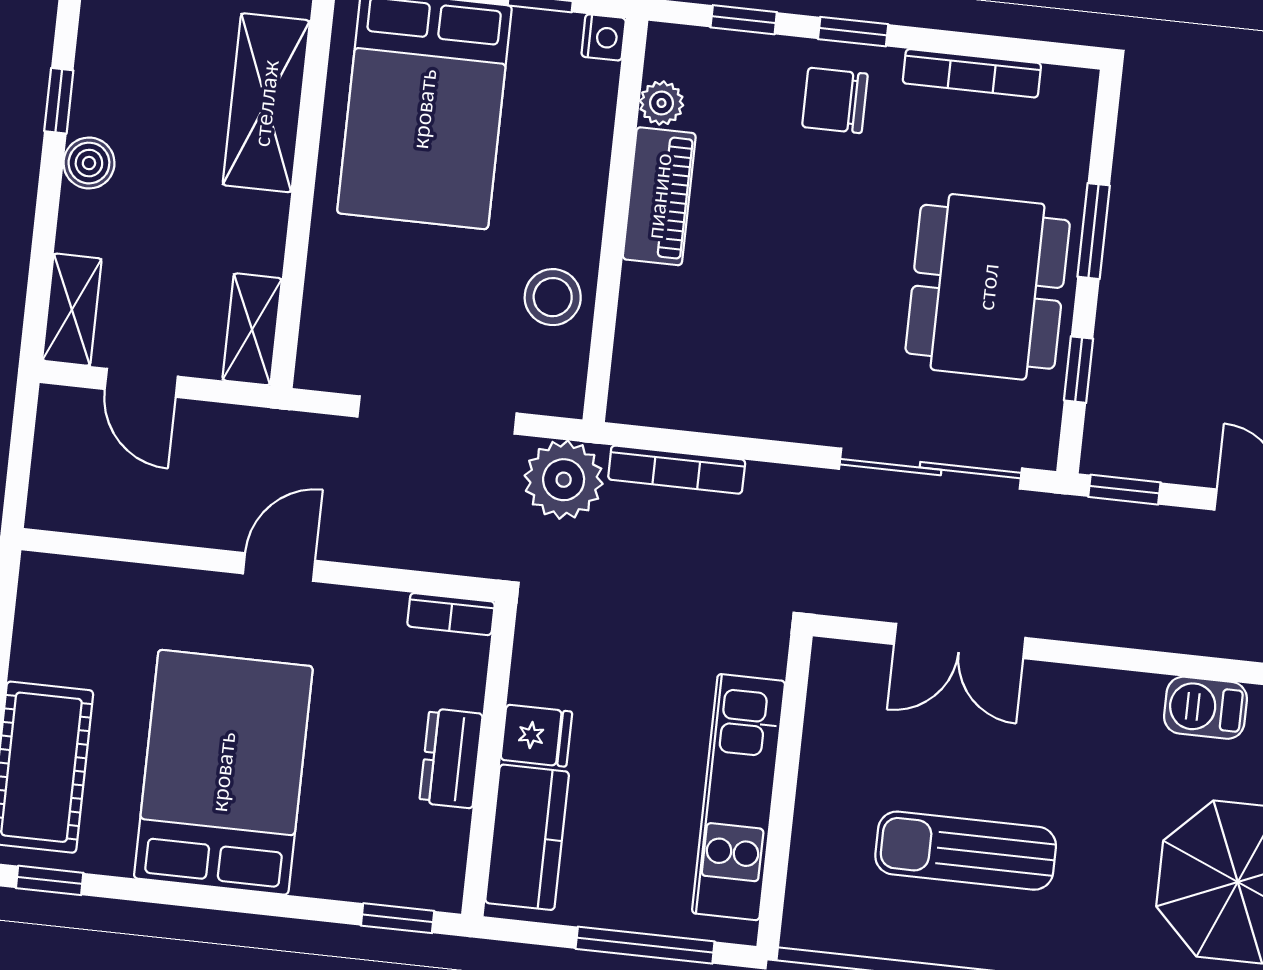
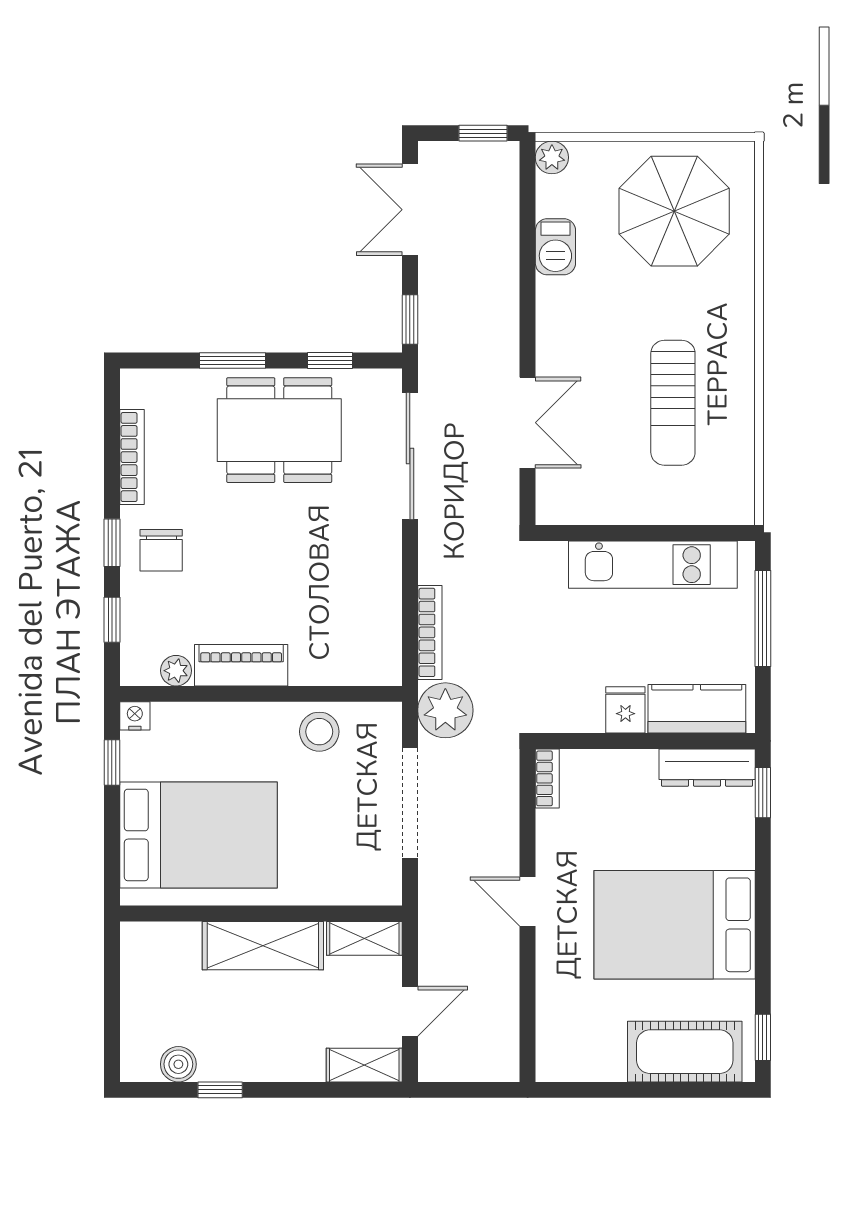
shelving: (266, 103) -> (263, 946), moved
boiler: (89, 163) -> (178, 1064), moved
dresser: (451, 758) -> (707, 768), moved, width x1.44

